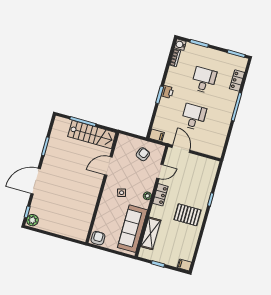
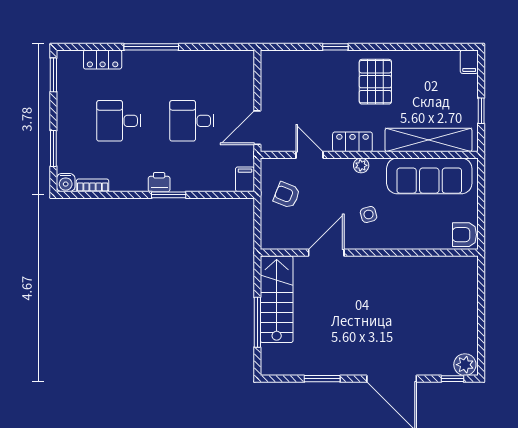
door: (108, 166) -> (326, 253), swing flipped
shelving: (151, 233) -> (429, 140), width x1.47

